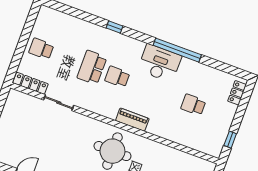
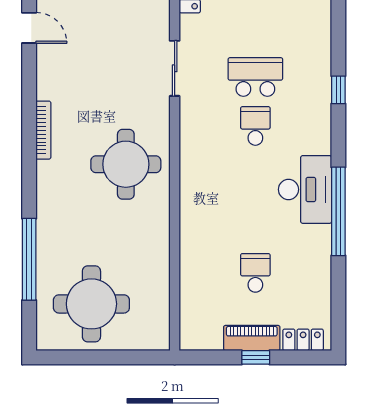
sliding door: (59, 103) -> (175, 68), moved
piano: (132, 120) -> (252, 338), moved, turned -90
window: (230, 140) -> (256, 357), moved

